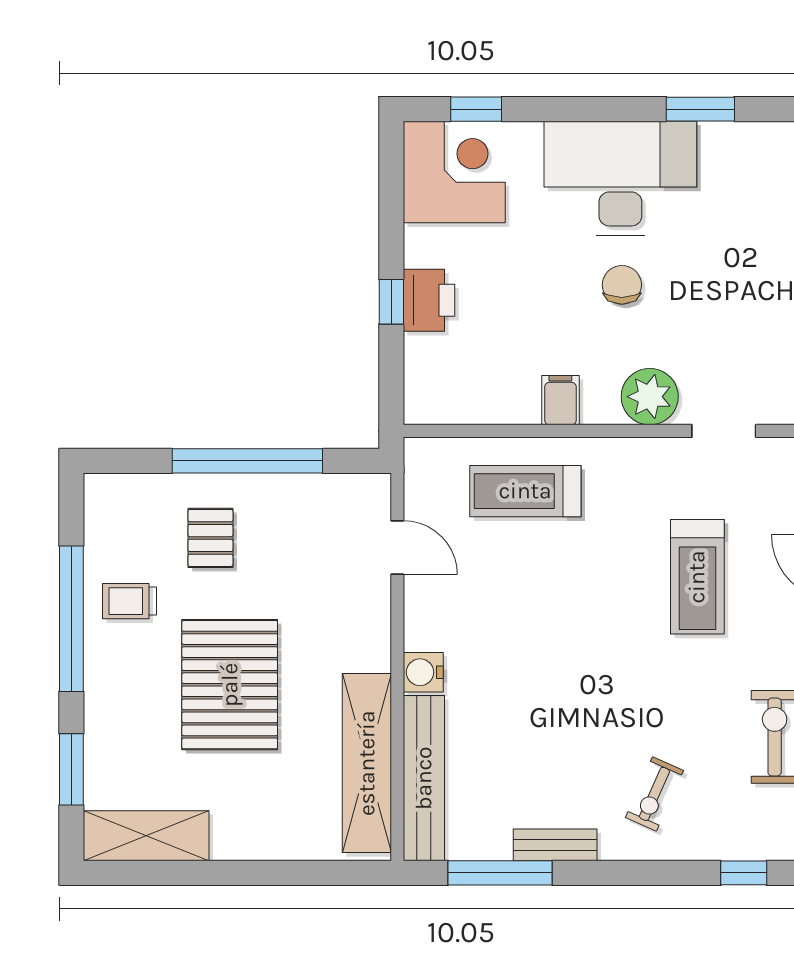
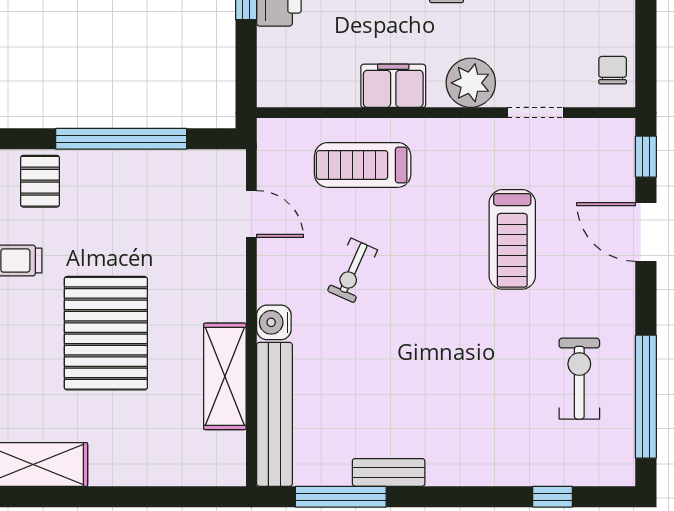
filing cabinet: (560, 400) -> (393, 86), width x2.00
pallet: (210, 538) -> (40, 181), moved
shelving: (367, 763) -> (225, 376), width x0.68
exercise bike: (654, 794) -> (352, 270), moved

